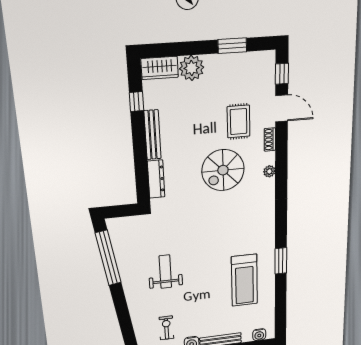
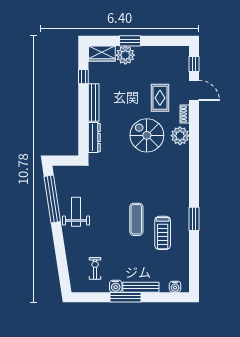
window: (232, 46) -> (130, 41), moved
spiral stairs: (223, 170) -> (147, 135), turned 90
plant: (269, 171) -> (180, 136), width x1.88, depth x1.88
exercise mat: (213, 269) -> (136, 219), added
weight bench: (165, 272) -> (76, 212), moved
treadmill: (244, 280) -> (163, 233), width x0.73, depth x0.73

